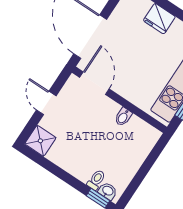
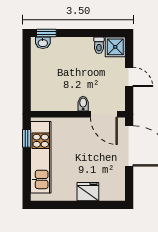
bidet: (123, 117) -> (83, 104), moved
toilet: (96, 180) -> (99, 45), moved

